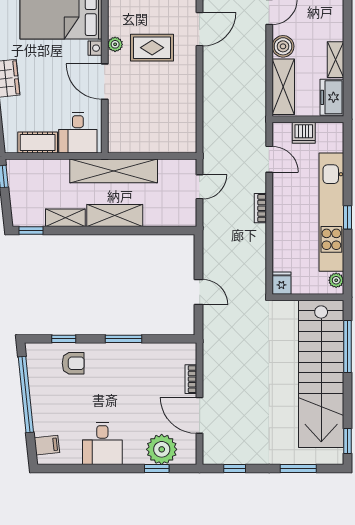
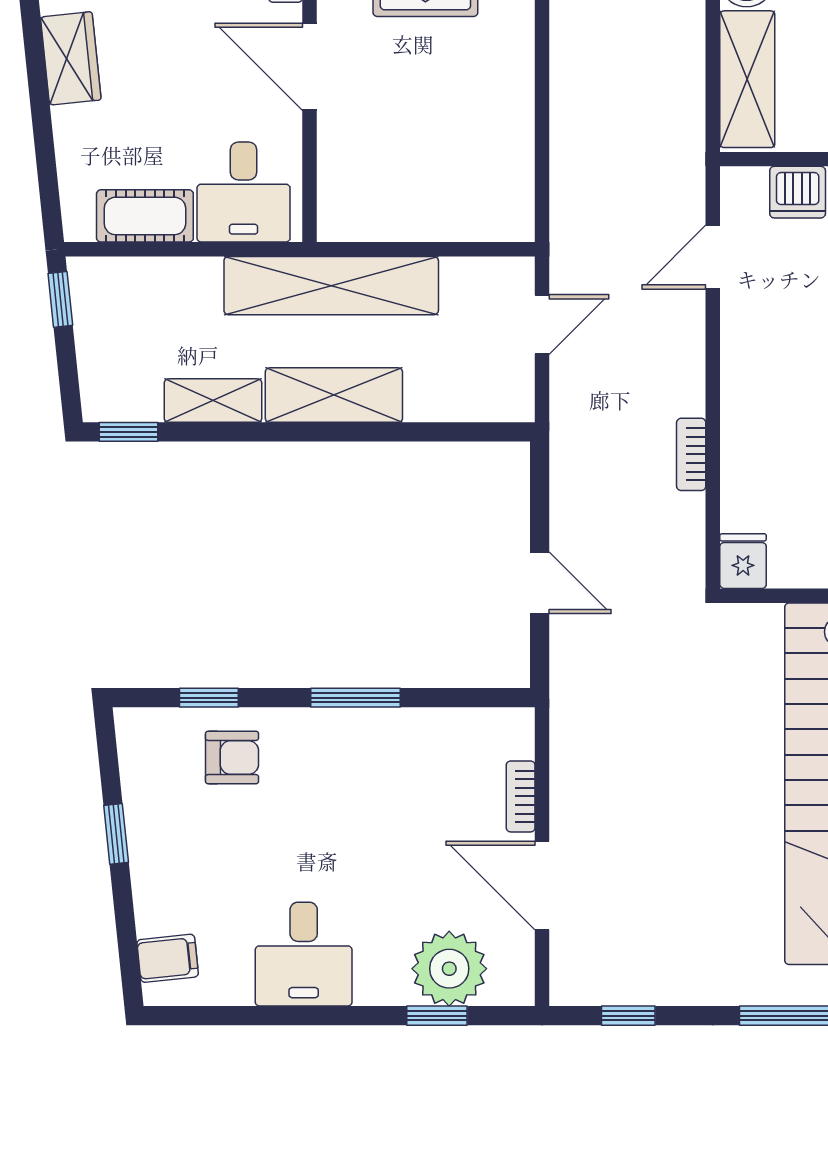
door: (269, 159) -> (713, 257), swing flipped
bookcase: (260, 208) -> (691, 454), moved
window: (26, 394) -> (116, 834), width x0.32

